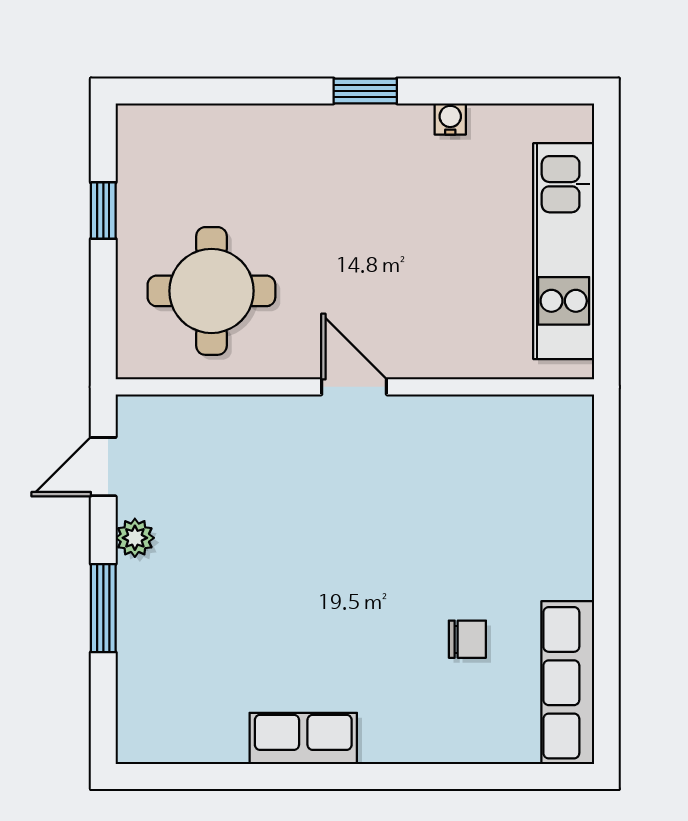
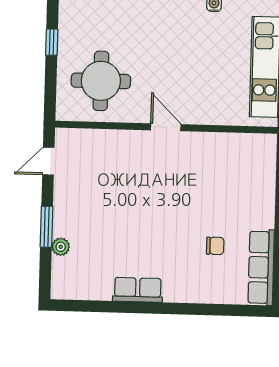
plant: (135, 538) -> (61, 247), moved

